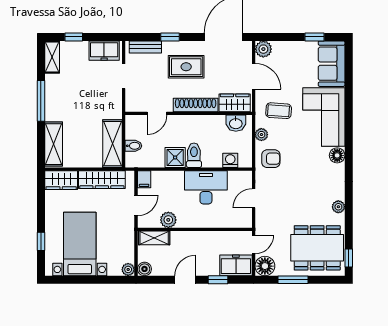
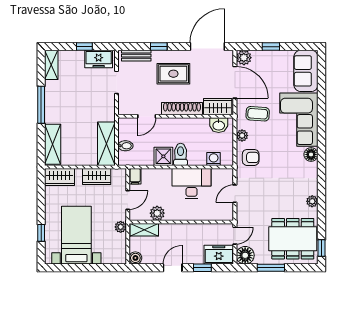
window: (74, 37) -> (84, 47), moved
window: (314, 37) -> (271, 47), moved
door: (254, 76) -> (235, 82), width x1.36
wardrobe: (102, 180) -> (97, 177), width x0.67
plant: (128, 269) -> (121, 227), moved

